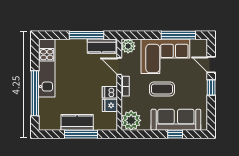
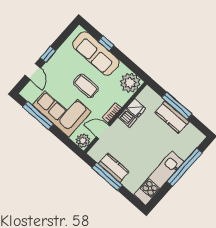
kitchen counter: (102, 46) -> (114, 168), moved
door: (119, 66) -> (103, 131), swing flipped

